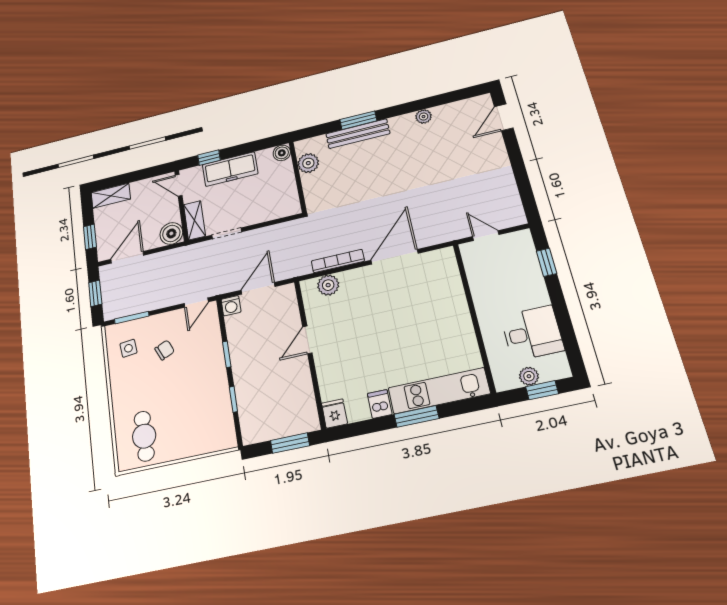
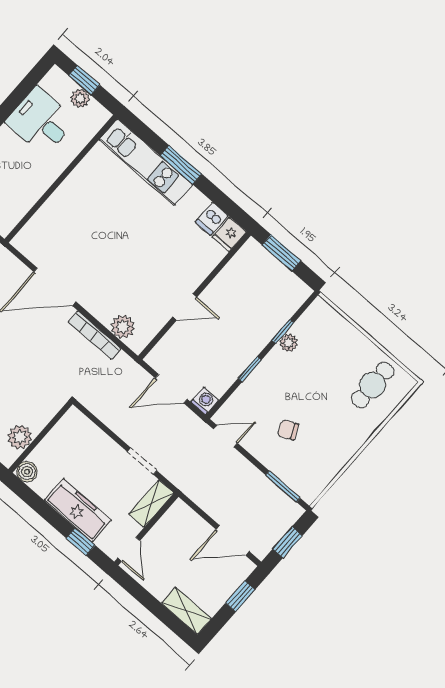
boiler: (171, 233) -> (180, 516), removed
side table: (128, 348) -> (312, 465), removed
plant: (222, 397) -> (289, 343), added
dishwasher: (380, 404) -> (212, 219), moved

